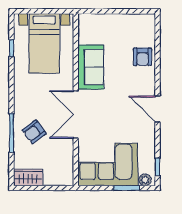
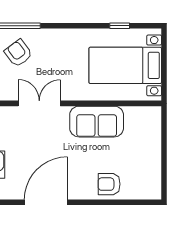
door: (158, 109) -> (46, 202), width x1.36
double door: (76, 114) -> (39, 103), width x0.73

